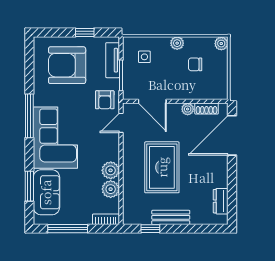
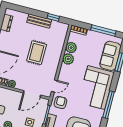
door: (152, 101) -> (32, 94), swing flipped
rug: (162, 167) -> (37, 53), width x0.73, depth x0.70

